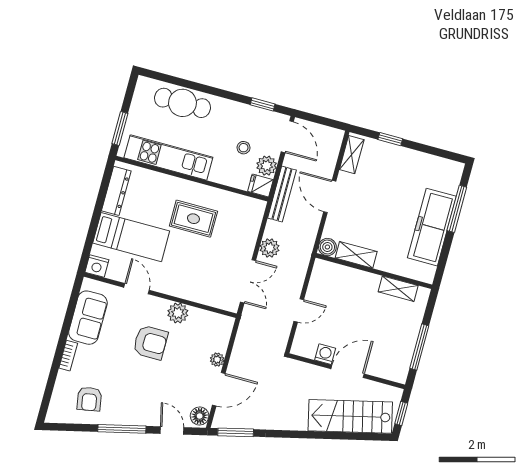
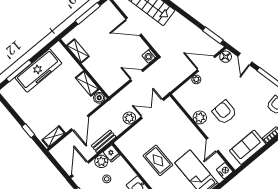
bench: (282, 194) -> (104, 141), width x0.73
washing machine: (325, 354) -> (149, 56), moved

